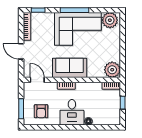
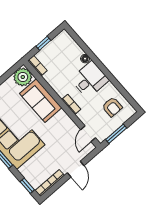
sofa: (70, 68) -> (41, 101), moved
window: (21, 109) -> (116, 134), moved
armchair: (41, 111) -> (112, 107), turned 90

